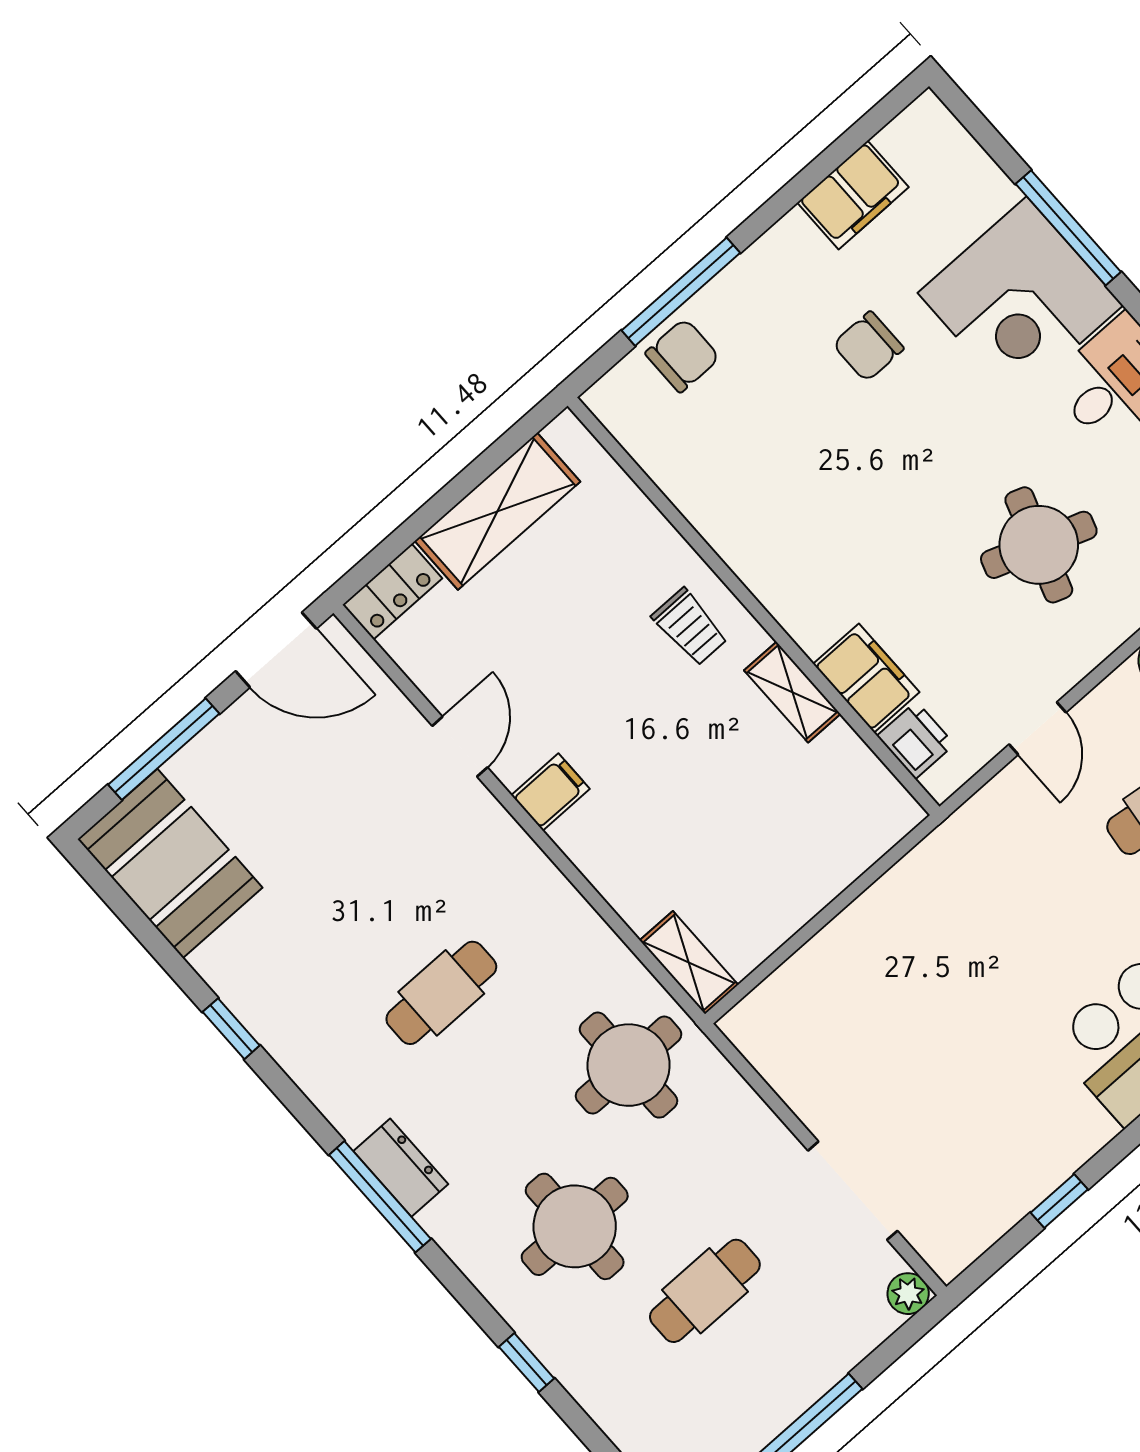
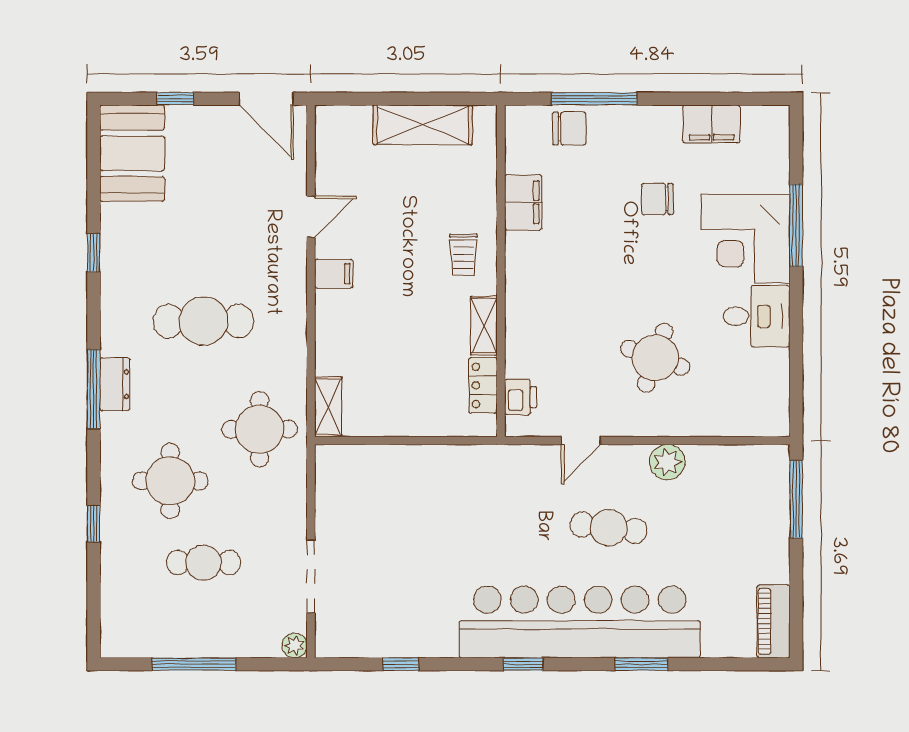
locker: (392, 592) -> (483, 385), moved, turned 90
filing cabinet: (866, 678) -> (523, 202), moved
window: (164, 749) -> (175, 99), width x0.46
cafe table: (441, 993) -> (203, 321), width x1.37, depth x1.35

